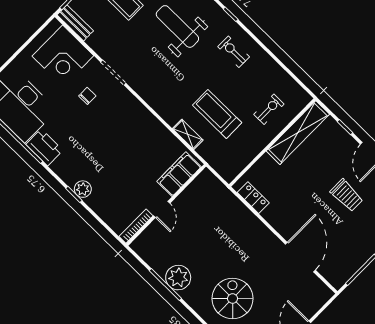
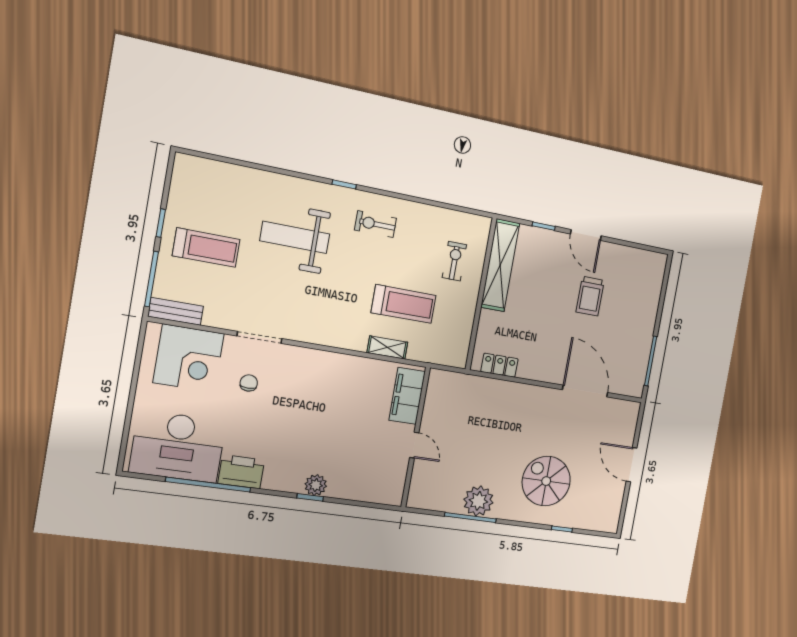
treadmill: (217, 114) -> (404, 304), turned 180
trolley: (347, 195) -> (590, 296), turned 90
bookcase: (136, 226) -> (399, 482), removed

